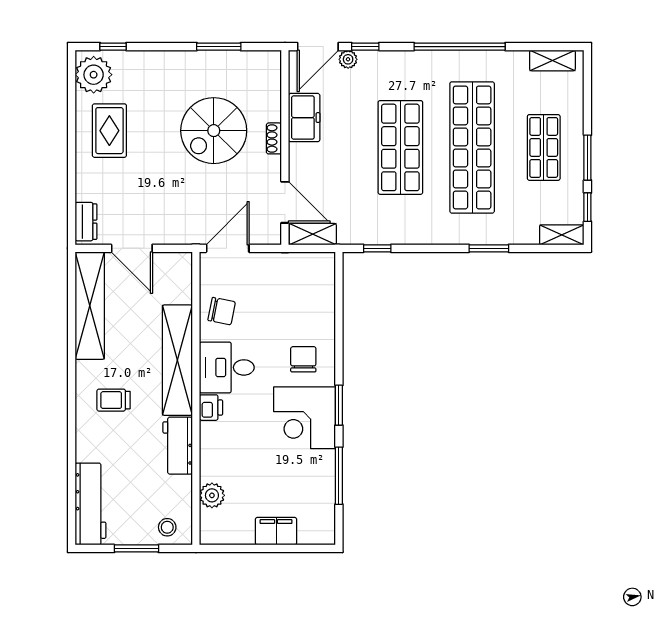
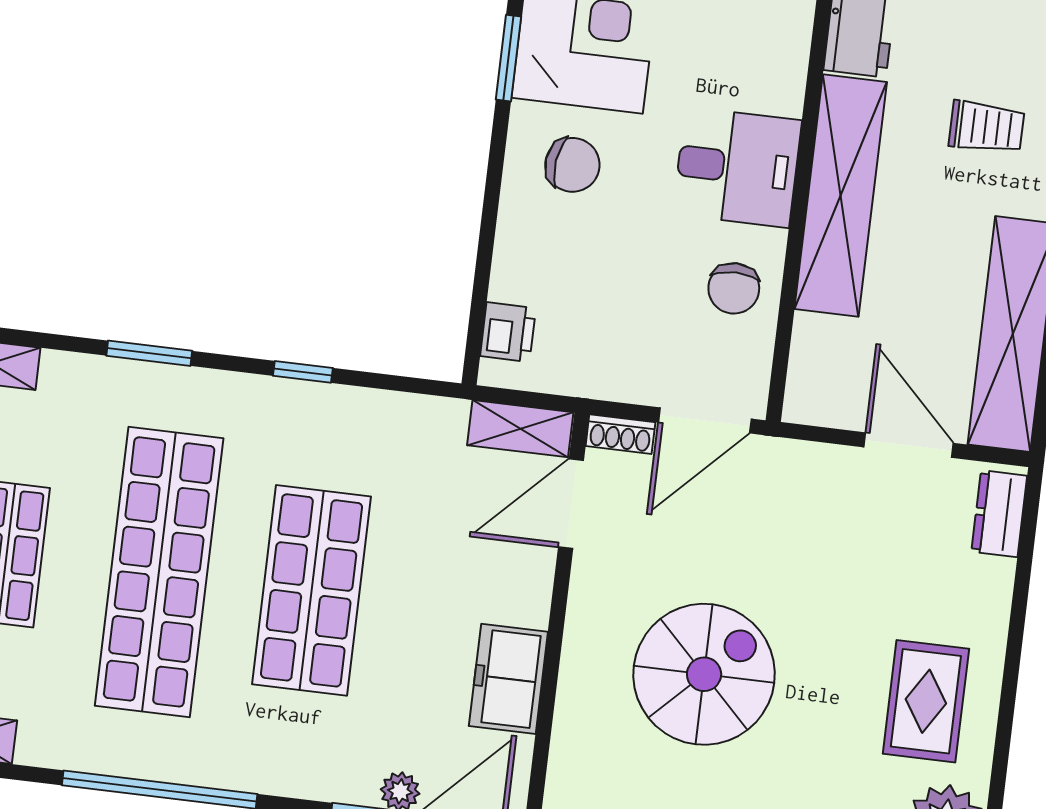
shoe rack: (274, 138) -> (620, 434), moved, turned 90
door: (285, 202) -> (571, 504), hinge flipped
window: (377, 248) -> (303, 372), moved
chair: (222, 311) -> (734, 288), turned -101
chair: (303, 359) -> (572, 165), turned -83
printer: (211, 408) -> (508, 332), moved, turned 180

